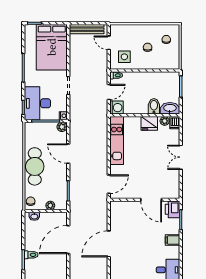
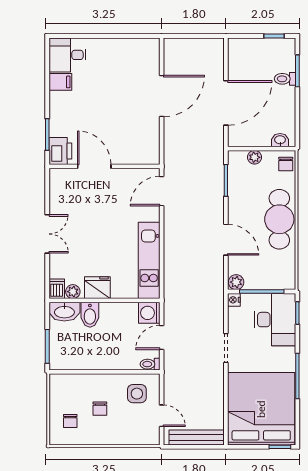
bed: (52, 47) -> (261, 409), width x1.36
filing cabinet: (172, 240) -> (60, 82), moved

